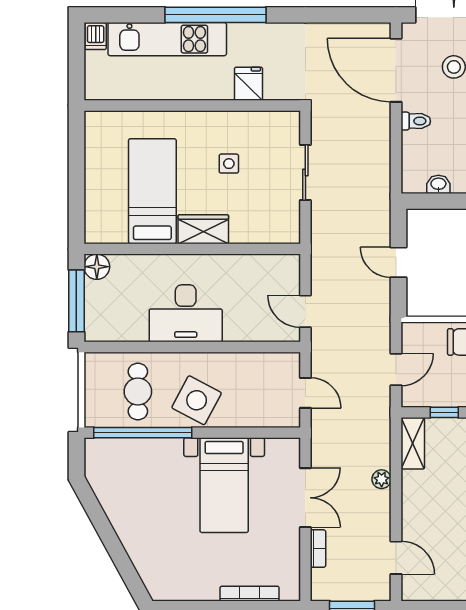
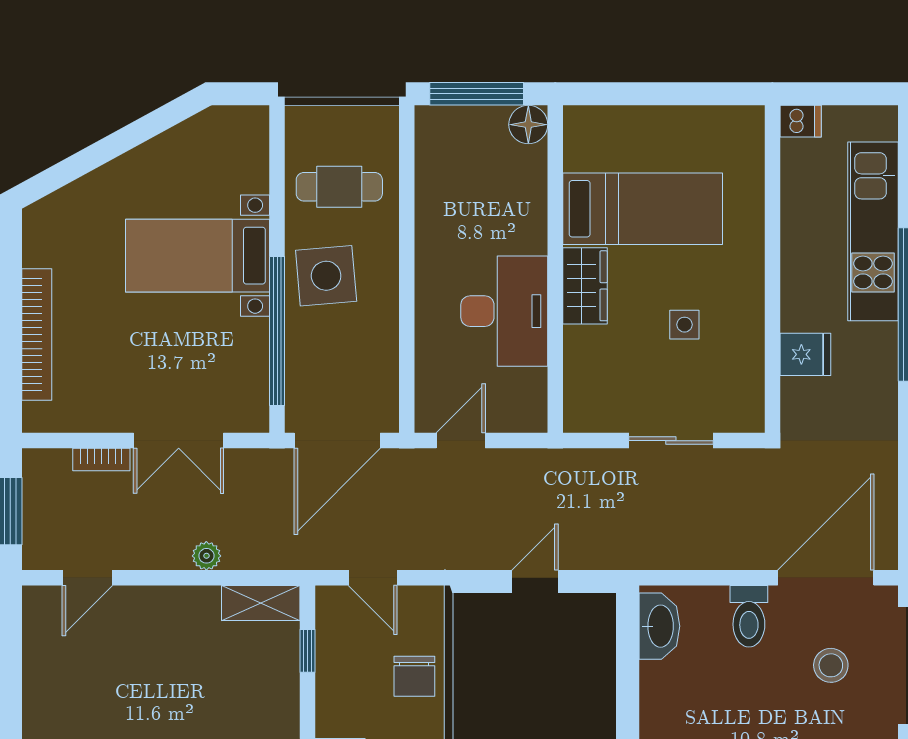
dishwasher: (96, 36) -> (801, 121), moved, turned 180
toilet: (416, 121) -> (749, 616), width x1.37, depth x1.39
washbasin: (438, 184) -> (659, 626), width x1.91, depth x1.45
desk: (186, 313) -> (504, 311), moved, turned 180
door: (305, 393) -> (337, 441), width x1.88
side table: (197, 400) -> (326, 276), turned -33
window: (143, 433) -> (277, 331), moved
bed with nightstands: (224, 485) -> (198, 256), moved
bookcase: (250, 594) -> (37, 335), width x1.48, depth x1.31

